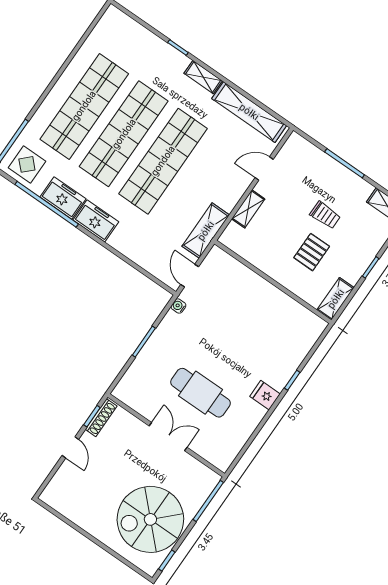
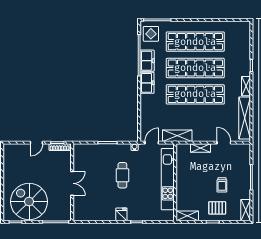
pallet: (312, 252) -> (217, 208), moved
kitchen unit: (261, 290) -> (168, 179), added
cafe table: (200, 393) -> (122, 175), moved, width x0.73, depth x0.74

